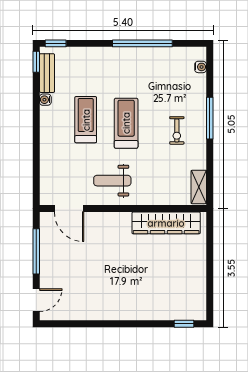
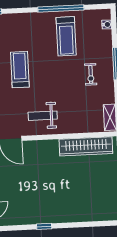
treadmill: (126, 123) -> (66, 36), moved, turned 180
window: (184, 324) -> (44, 226), moved

